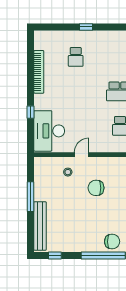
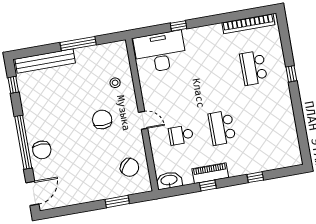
school desk: (76, 57) -> (254, 68), width x1.85
bookcase: (39, 72) -> (248, 24), moved
door: (82, 155) -> (143, 120), moved

